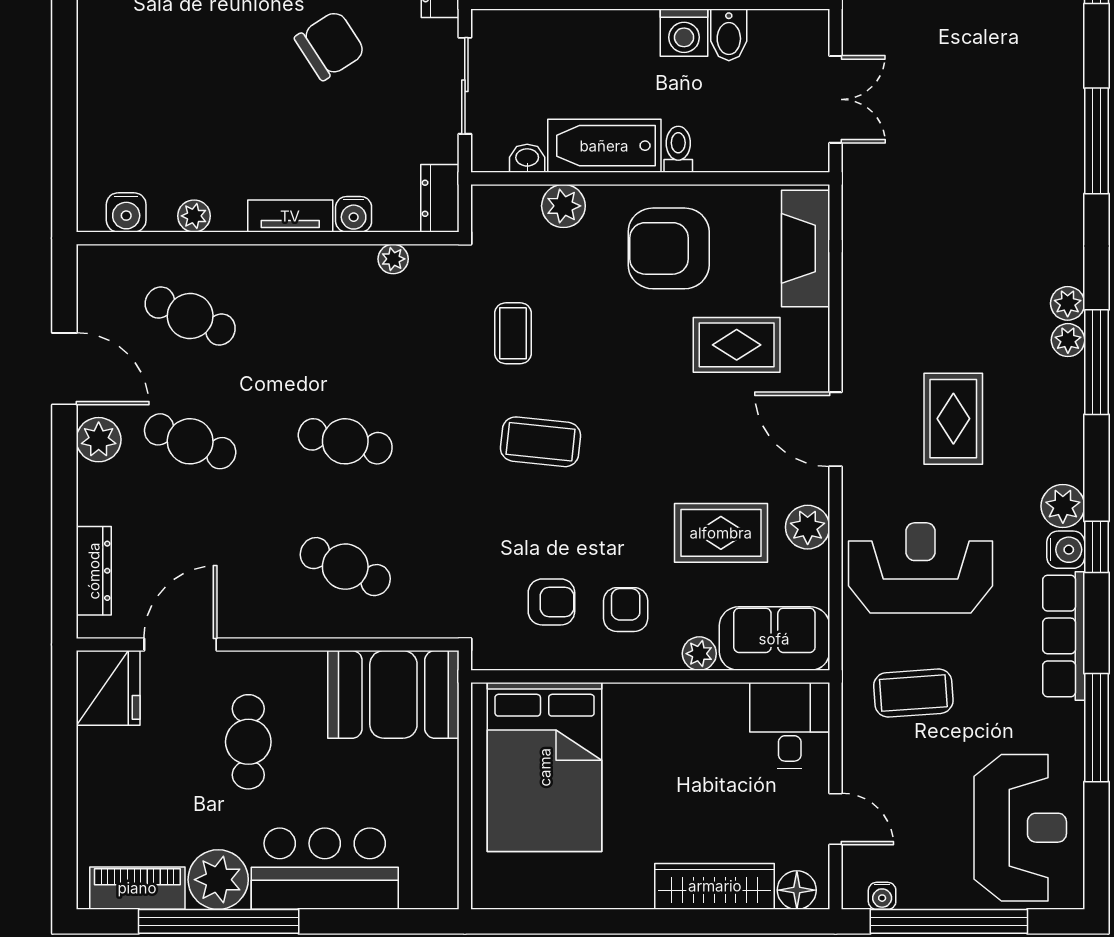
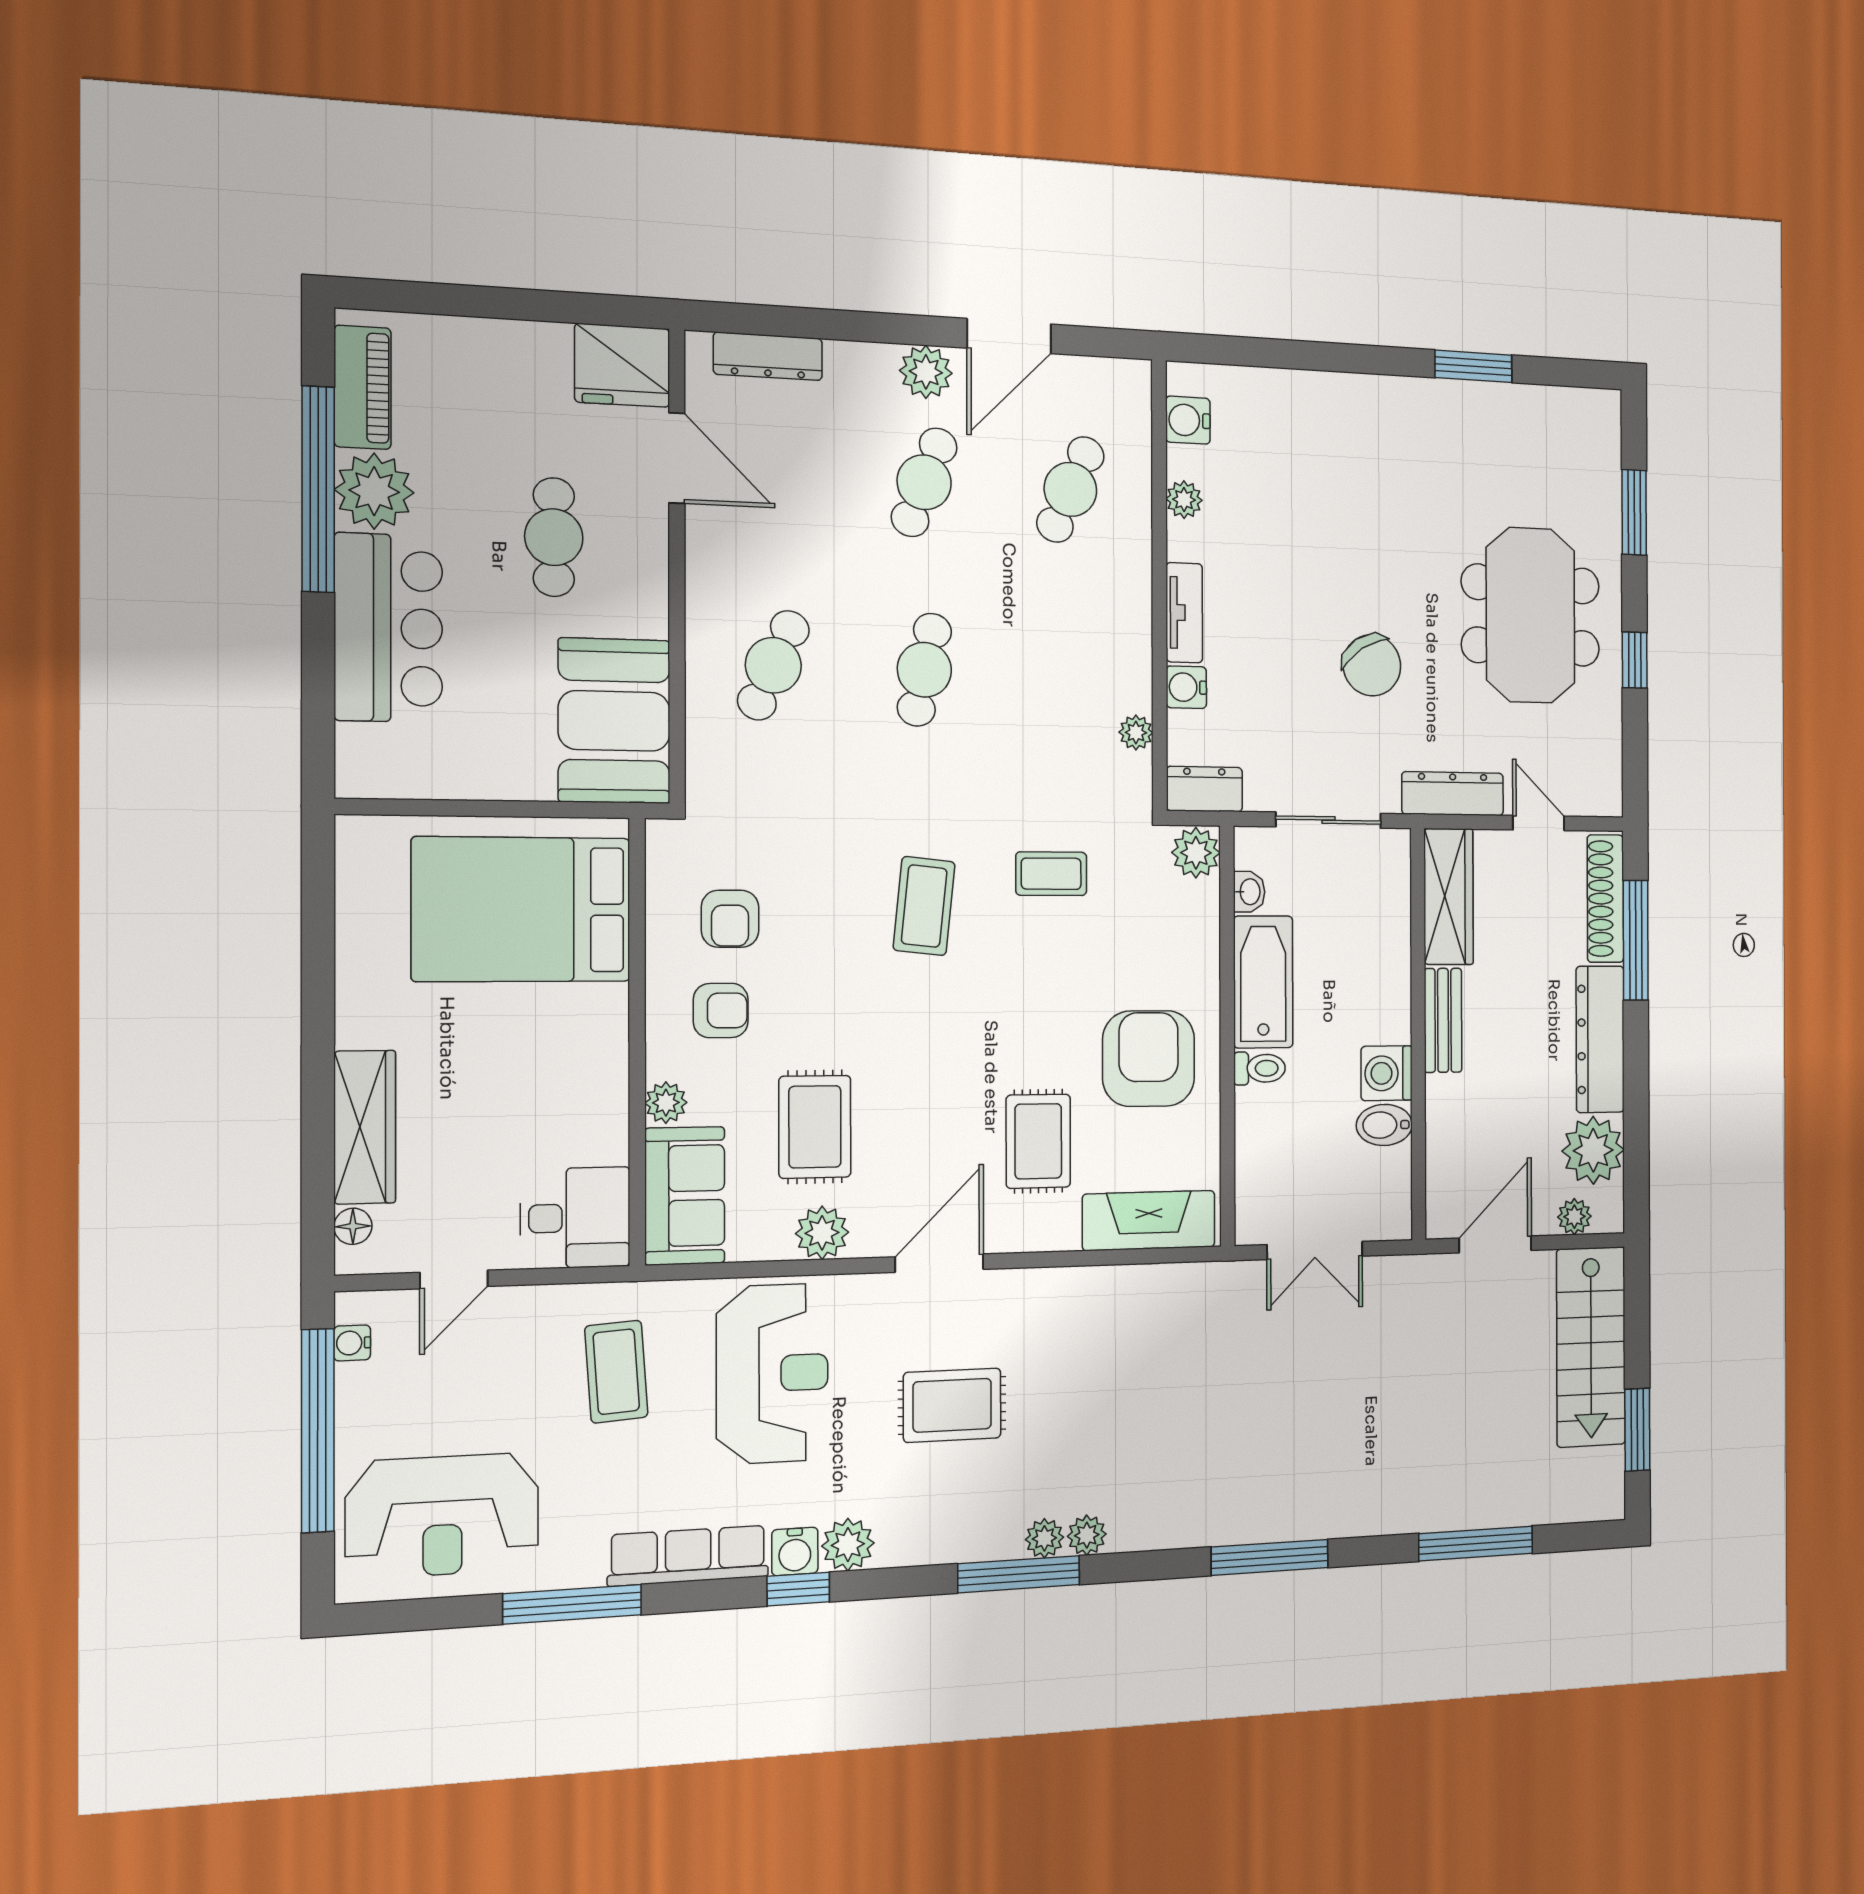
plant: (563, 206) -> (1196, 853), moved
cafe table: (248, 742) -> (554, 537), turned 90
floor lamp: (797, 890) -> (353, 1226), width x0.73, depth x0.73

